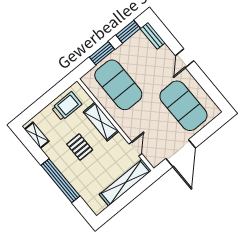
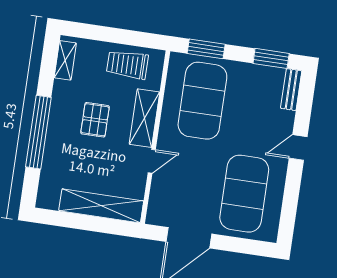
window: (102, 53) -> (206, 49), moved
trolley: (67, 106) -> (127, 65), turned 180
door: (135, 149) -> (152, 161), moved

